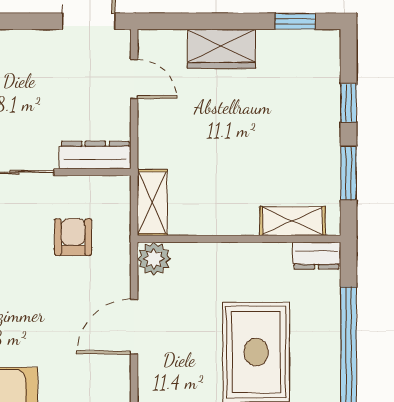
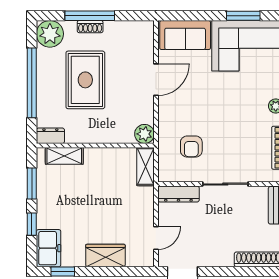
freezer: (320, 61) -> (49, 248), added
door: (134, 79) -> (156, 238), swing flipped
door: (134, 327) -> (156, 80), moved

